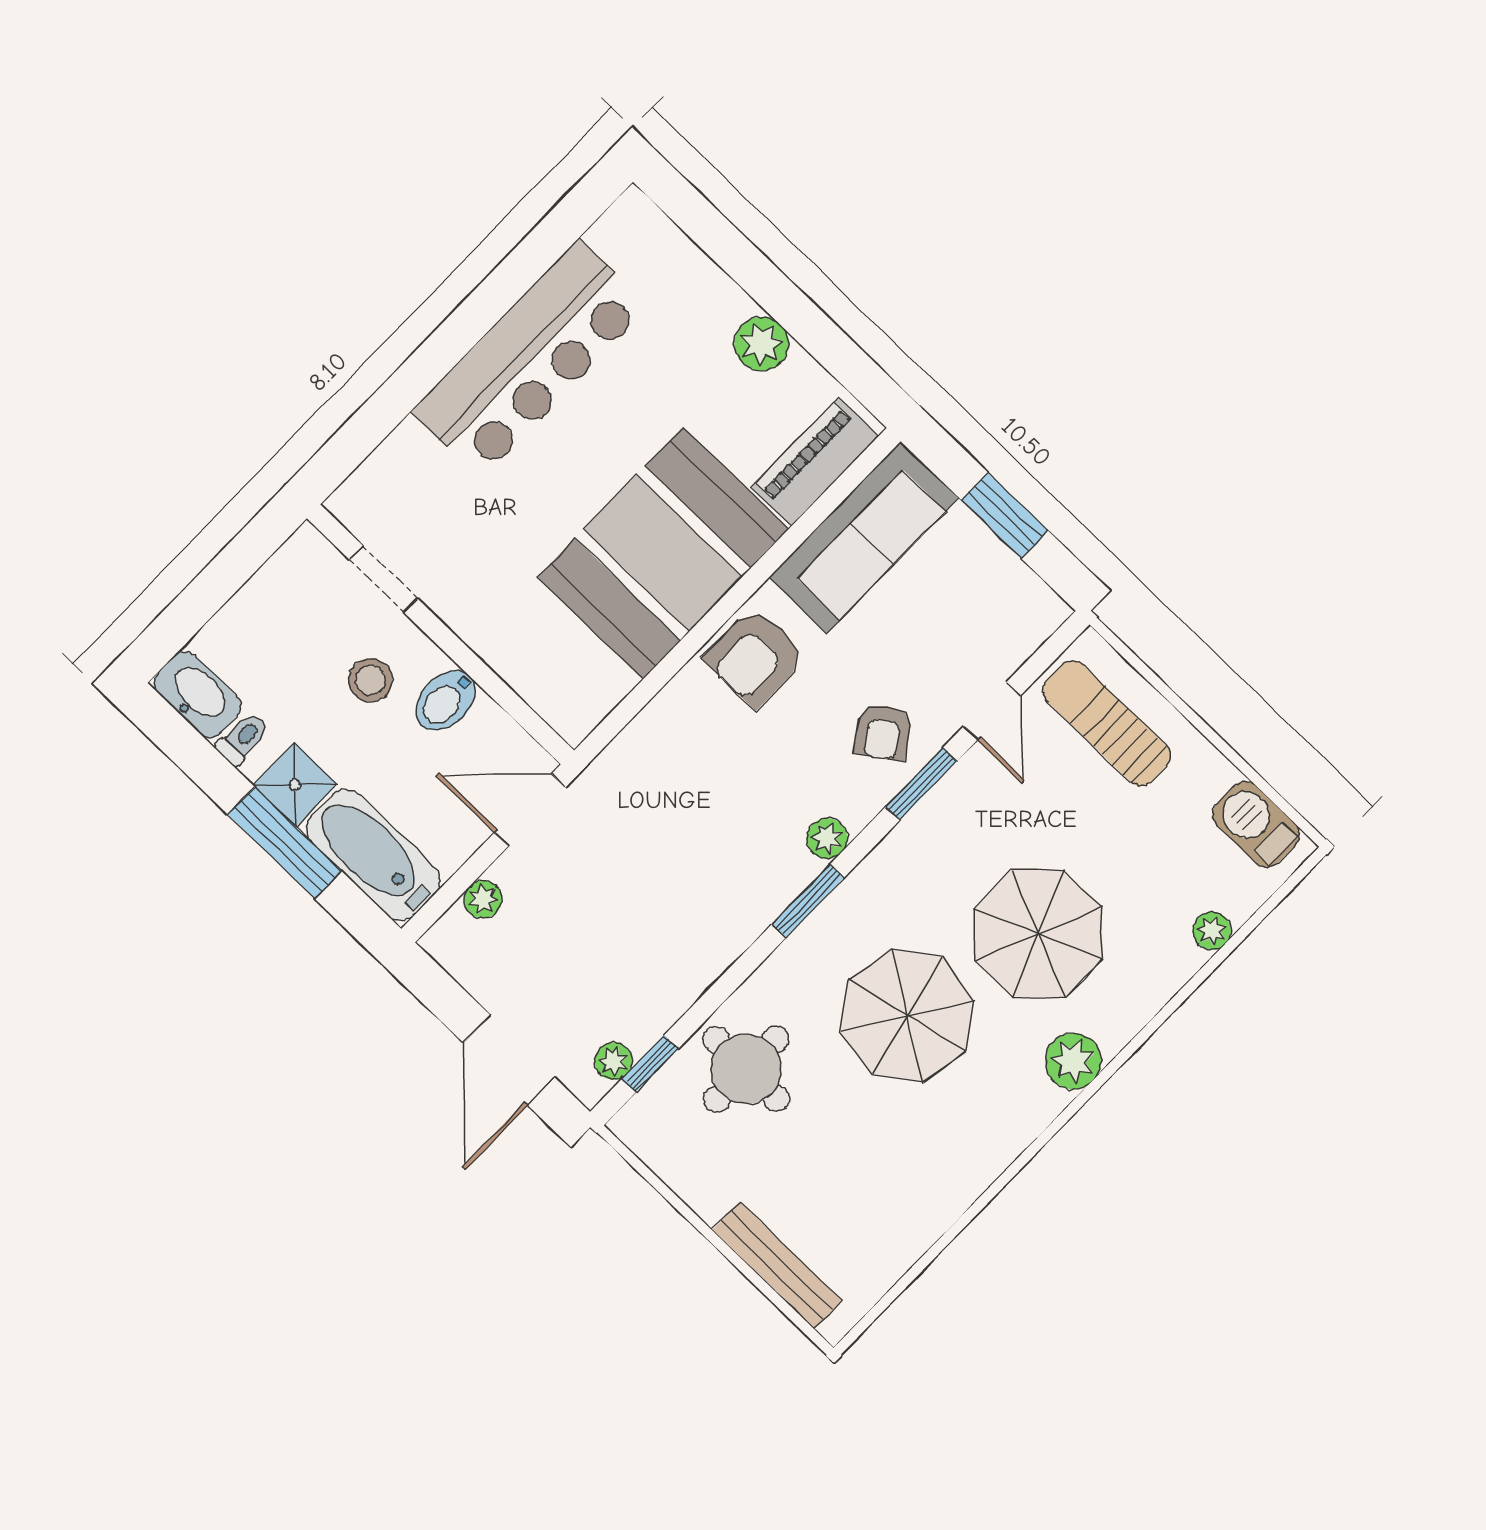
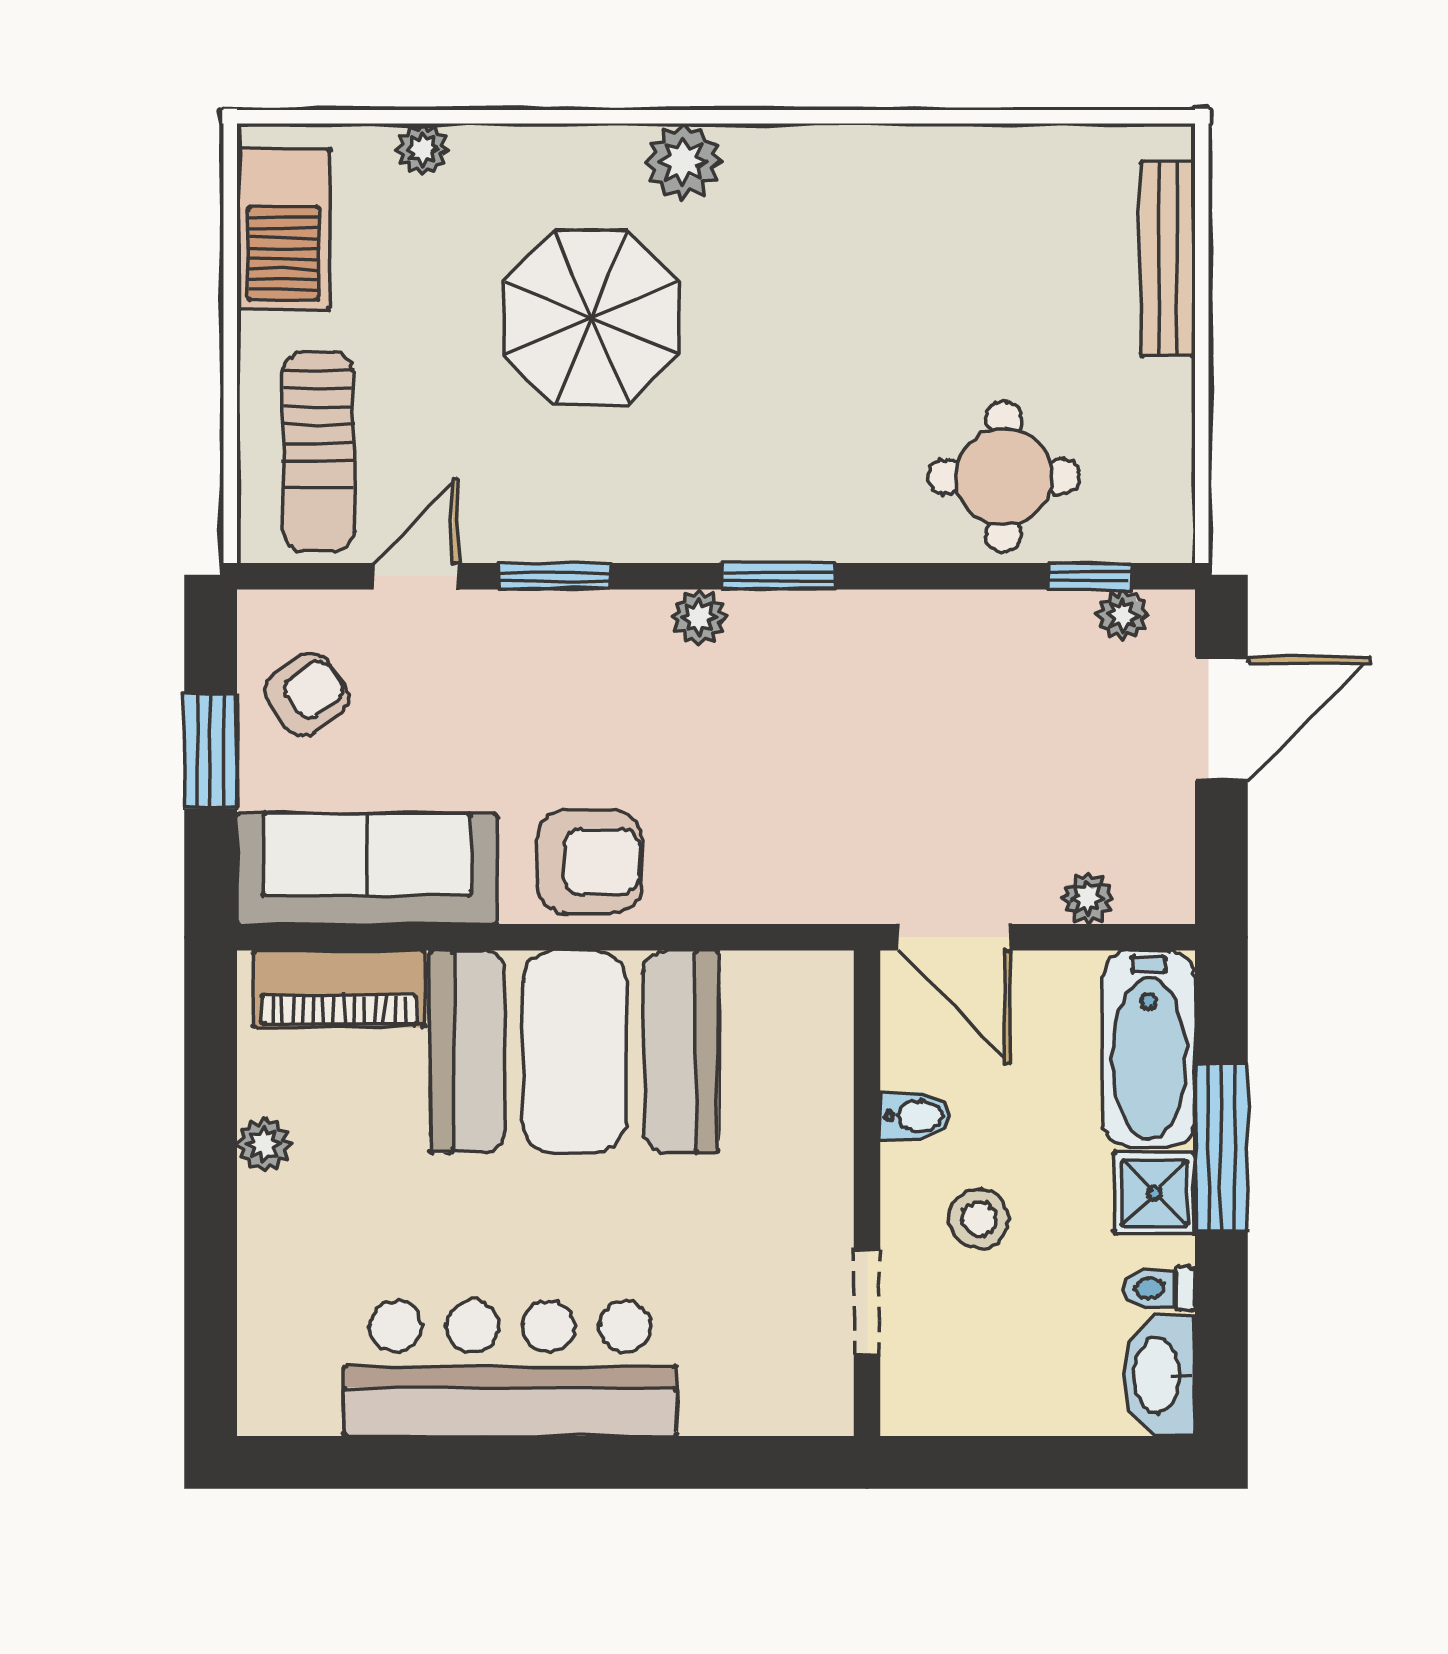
plant: (761, 344) -> (264, 1144), width x0.73, depth x0.73
bidet: (446, 701) -> (915, 1116), width x0.72, depth x0.74
armchair: (883, 732) -> (307, 694), moved
barbecue: (1256, 824) -> (283, 229), width x1.37, depth x1.21
parasol: (907, 1016) -> (797, 369), removed

